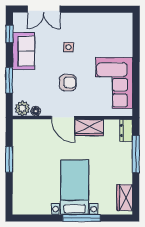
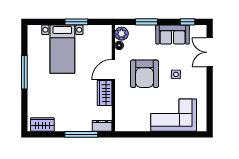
armchair: (68, 83) -> (145, 74), width x1.88, depth x1.88
corner sofa: (114, 83) -> (174, 115), moved
bed with nightstands: (75, 187) -> (62, 49), moved, turned 90
window: (82, 218) -> (24, 72), moved

